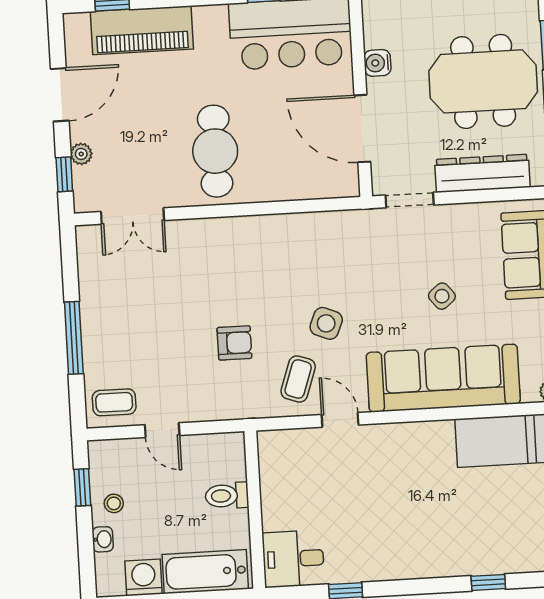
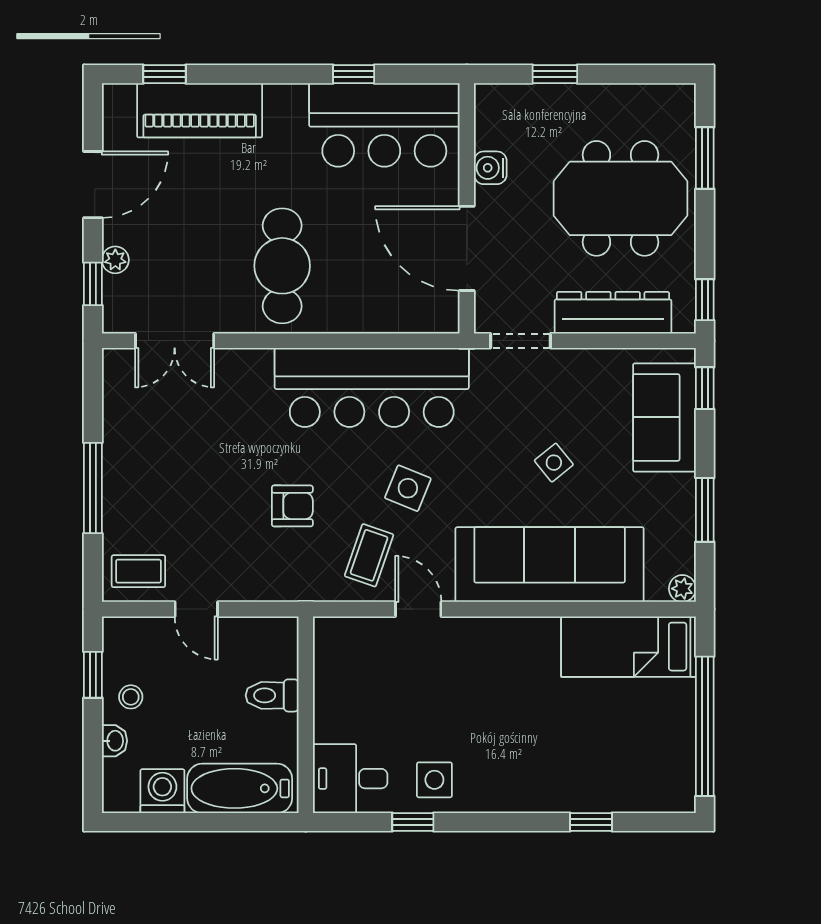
bar counter: (293, 244) -> (372, 387), added
side table: (361, 556) -> (434, 780), added

